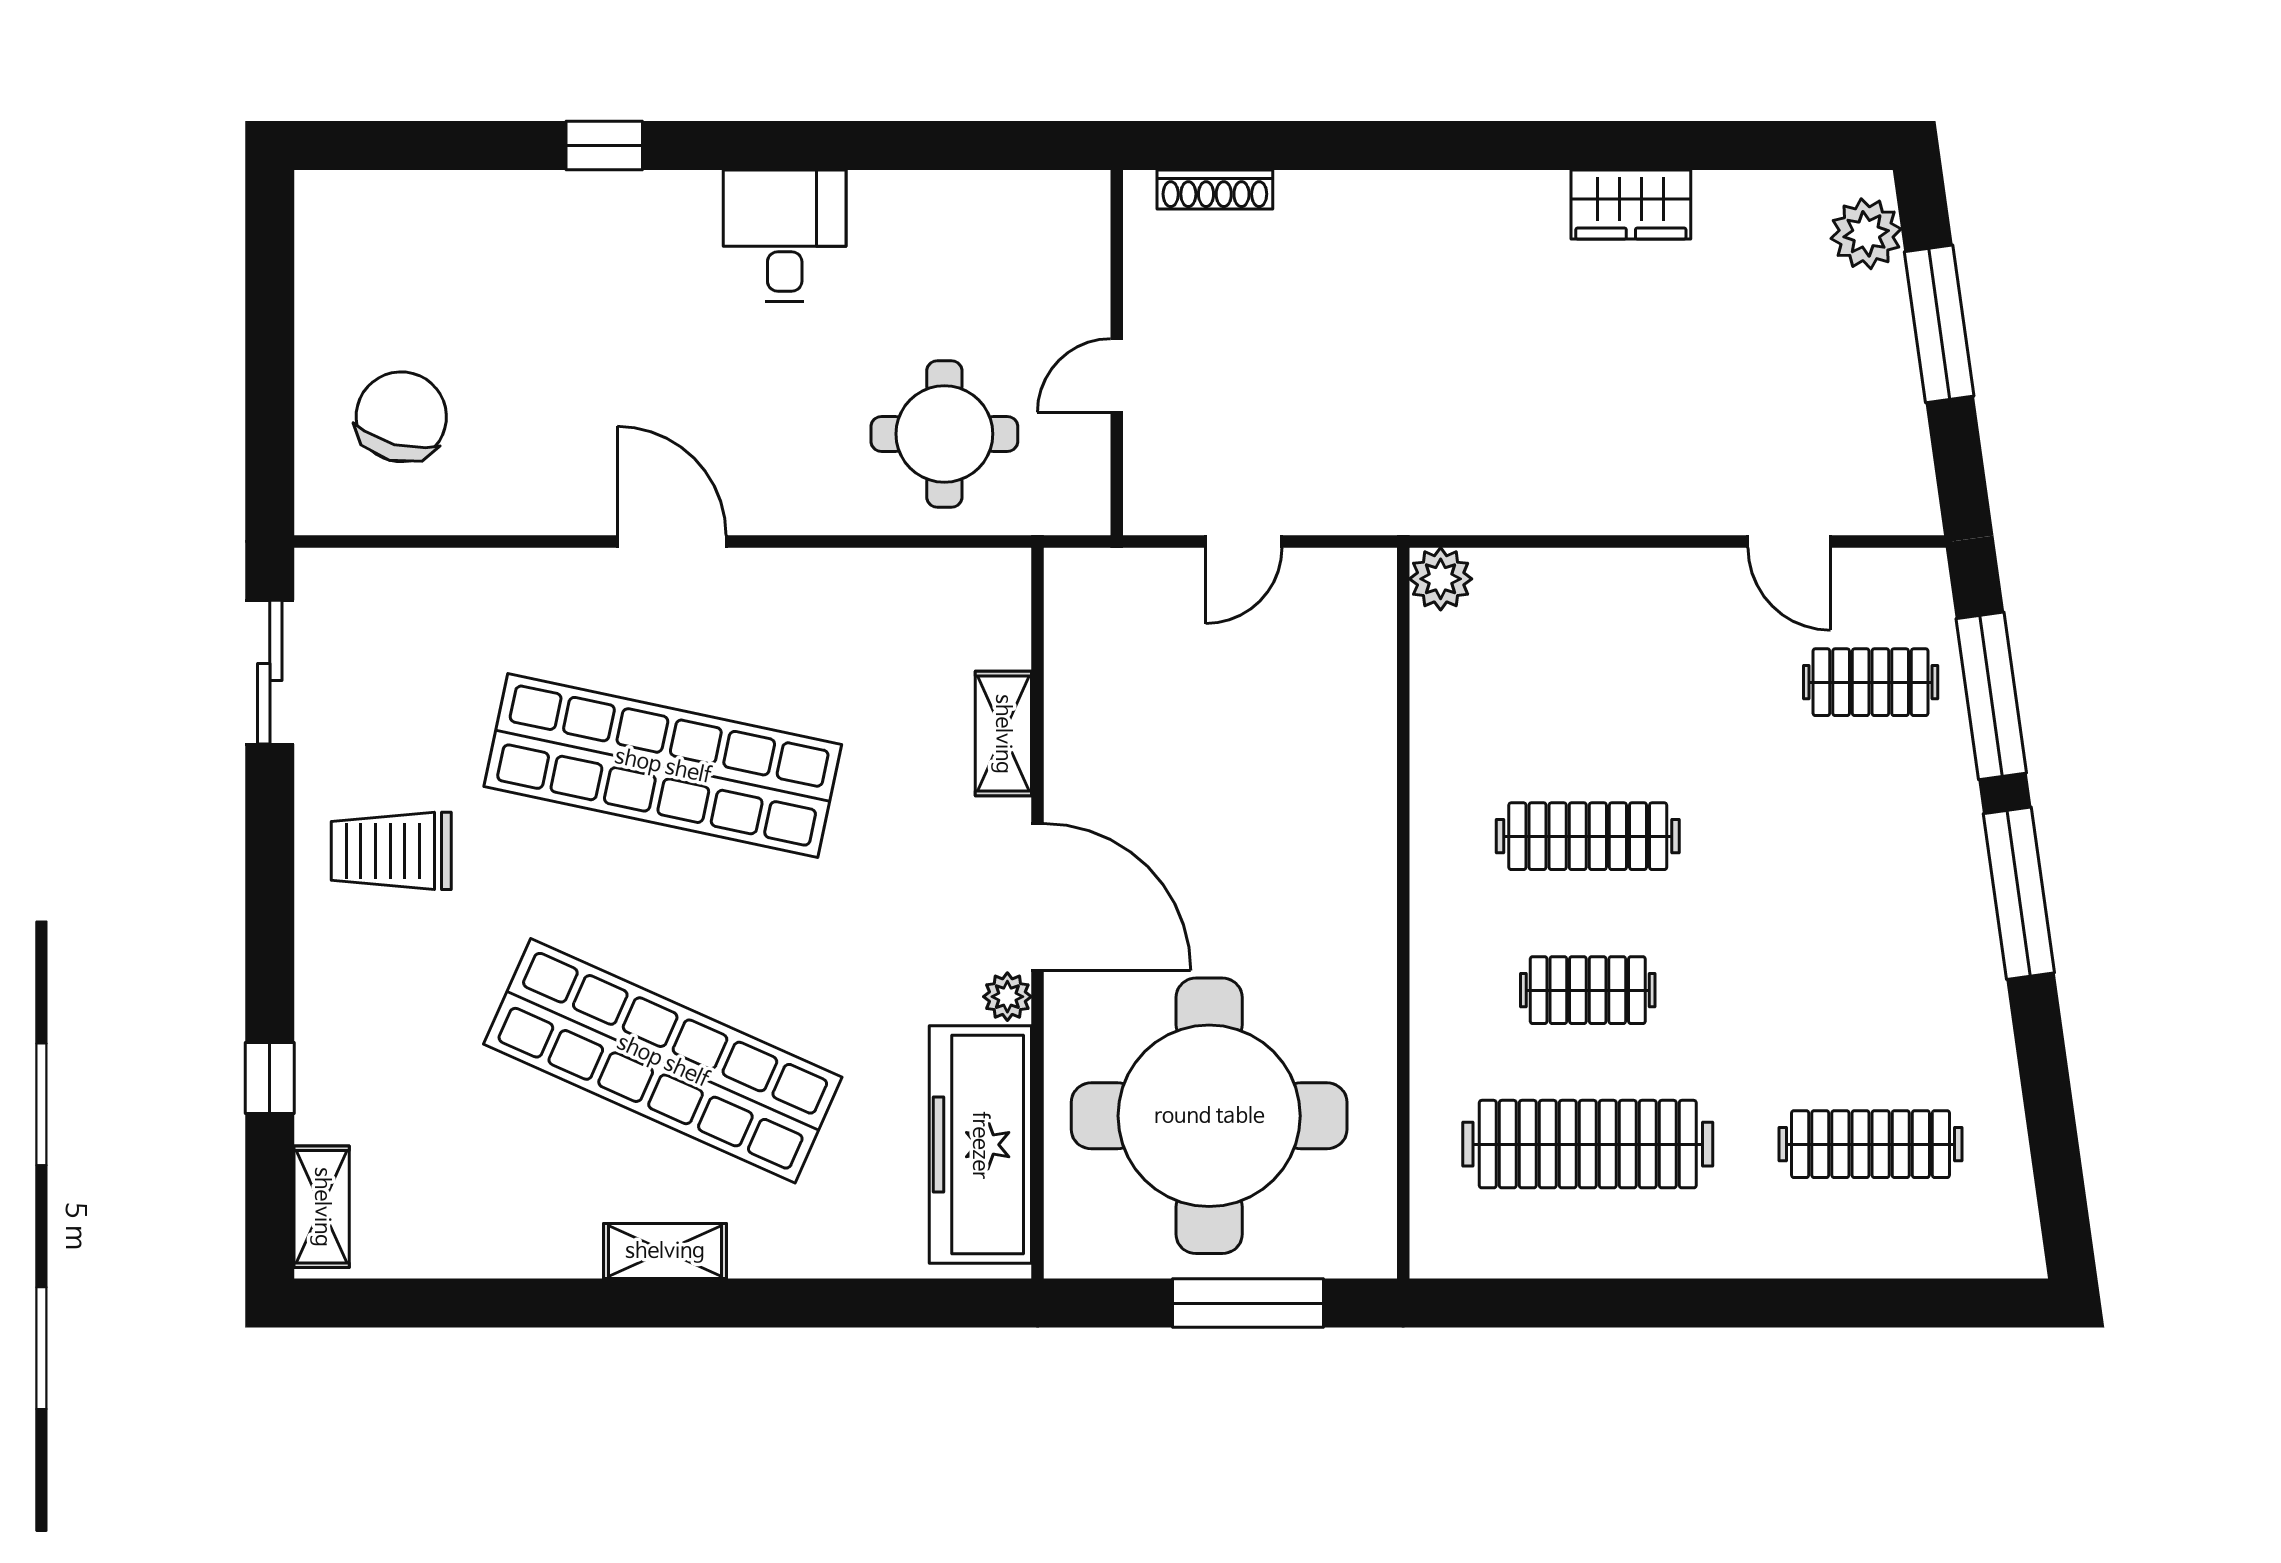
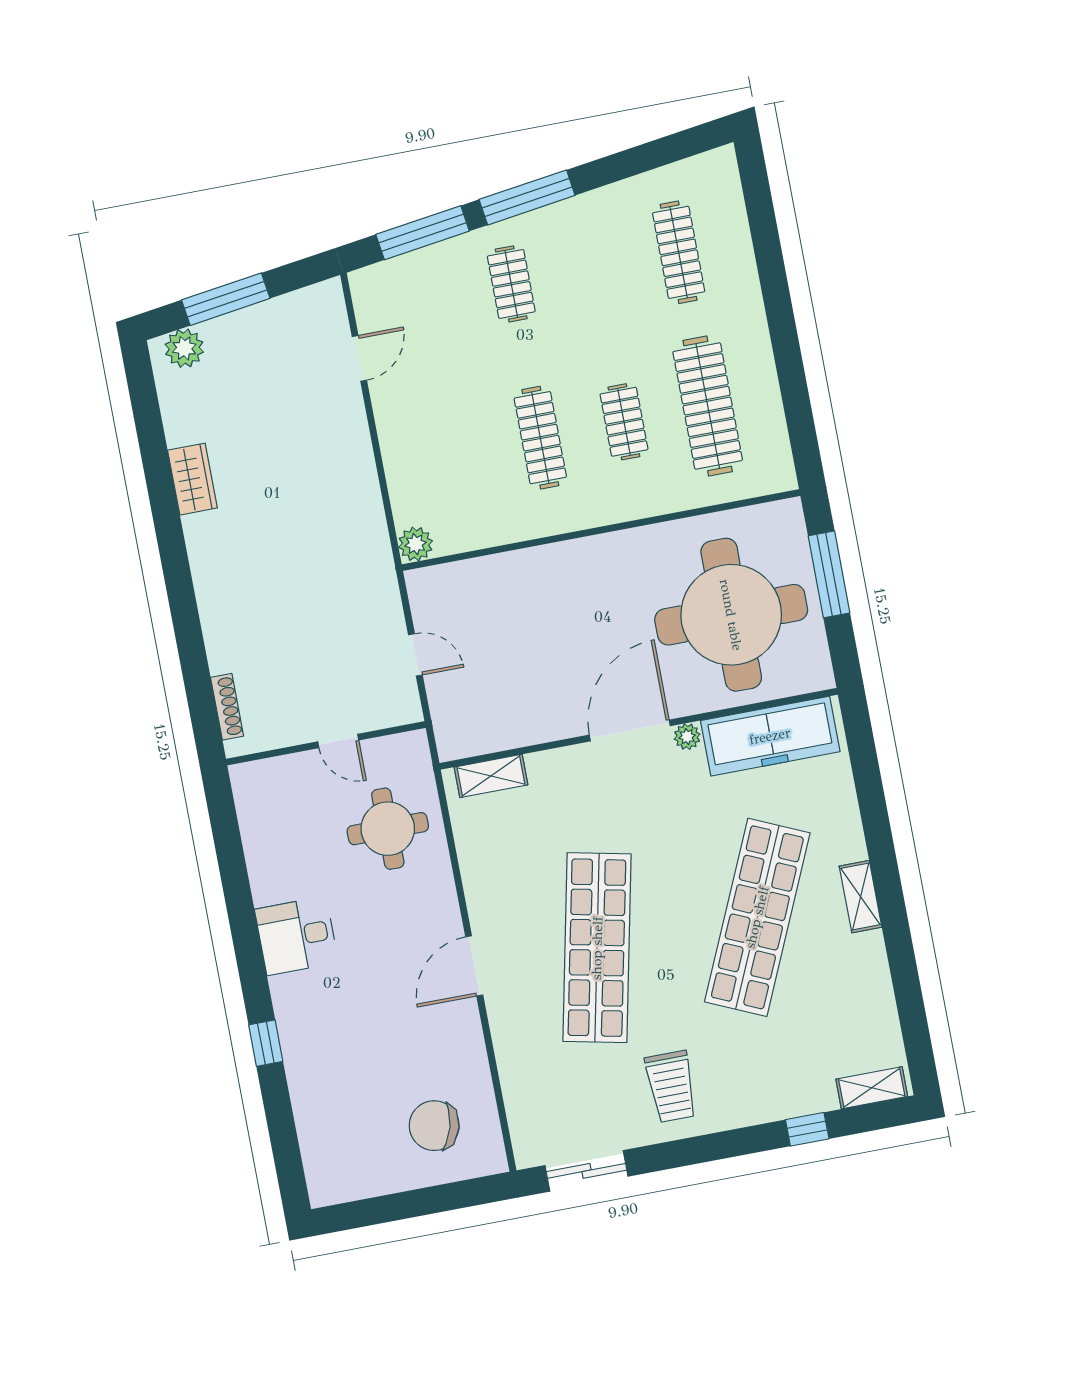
clothes rail: (1871, 682) -> (511, 284), moved
shelving: (1003, 734) -> (491, 776), moved

